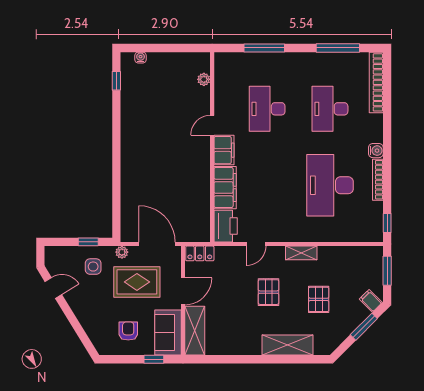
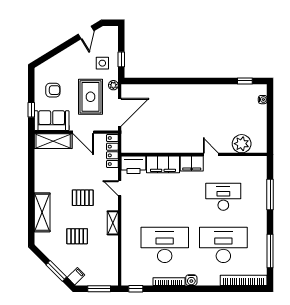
plant: (204, 79) -> (242, 144), width x1.88, depth x1.88
desk: (330, 109) -> (223, 245), width x1.36, depth x1.30
locker: (200, 253) -> (112, 151), width x1.53

